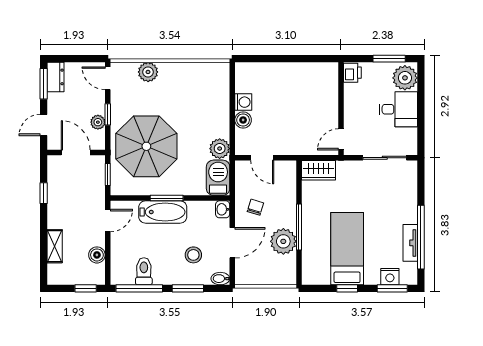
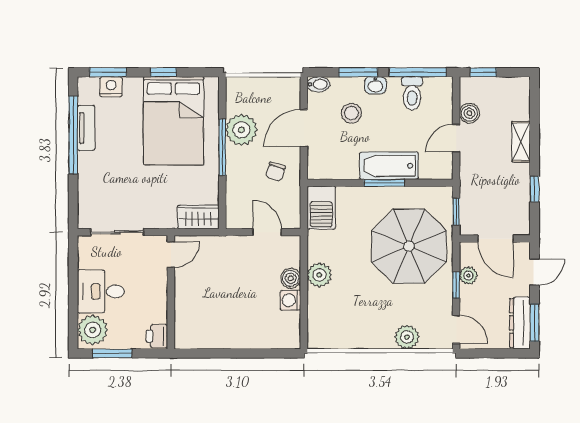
dresser: (56, 77) -> (520, 323), width x1.44
plant: (220, 149) -> (319, 275), moved
washbasin: (223, 209) -> (375, 85), moved, turned 90
door: (108, 221) -> (456, 138), moved
shelving: (55, 246) -> (521, 142), moved
bed: (347, 249) -> (173, 121), width x1.50

